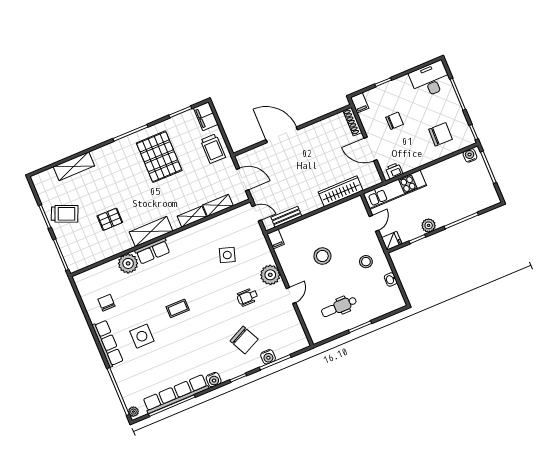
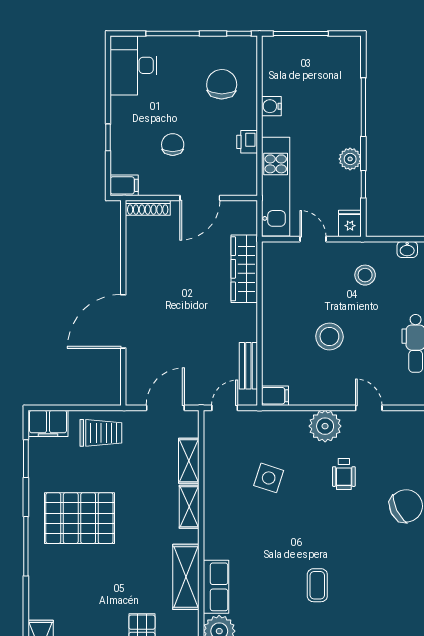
water cooler: (470, 155) -> (271, 106), moved
printer: (394, 171) -> (247, 142), moved

